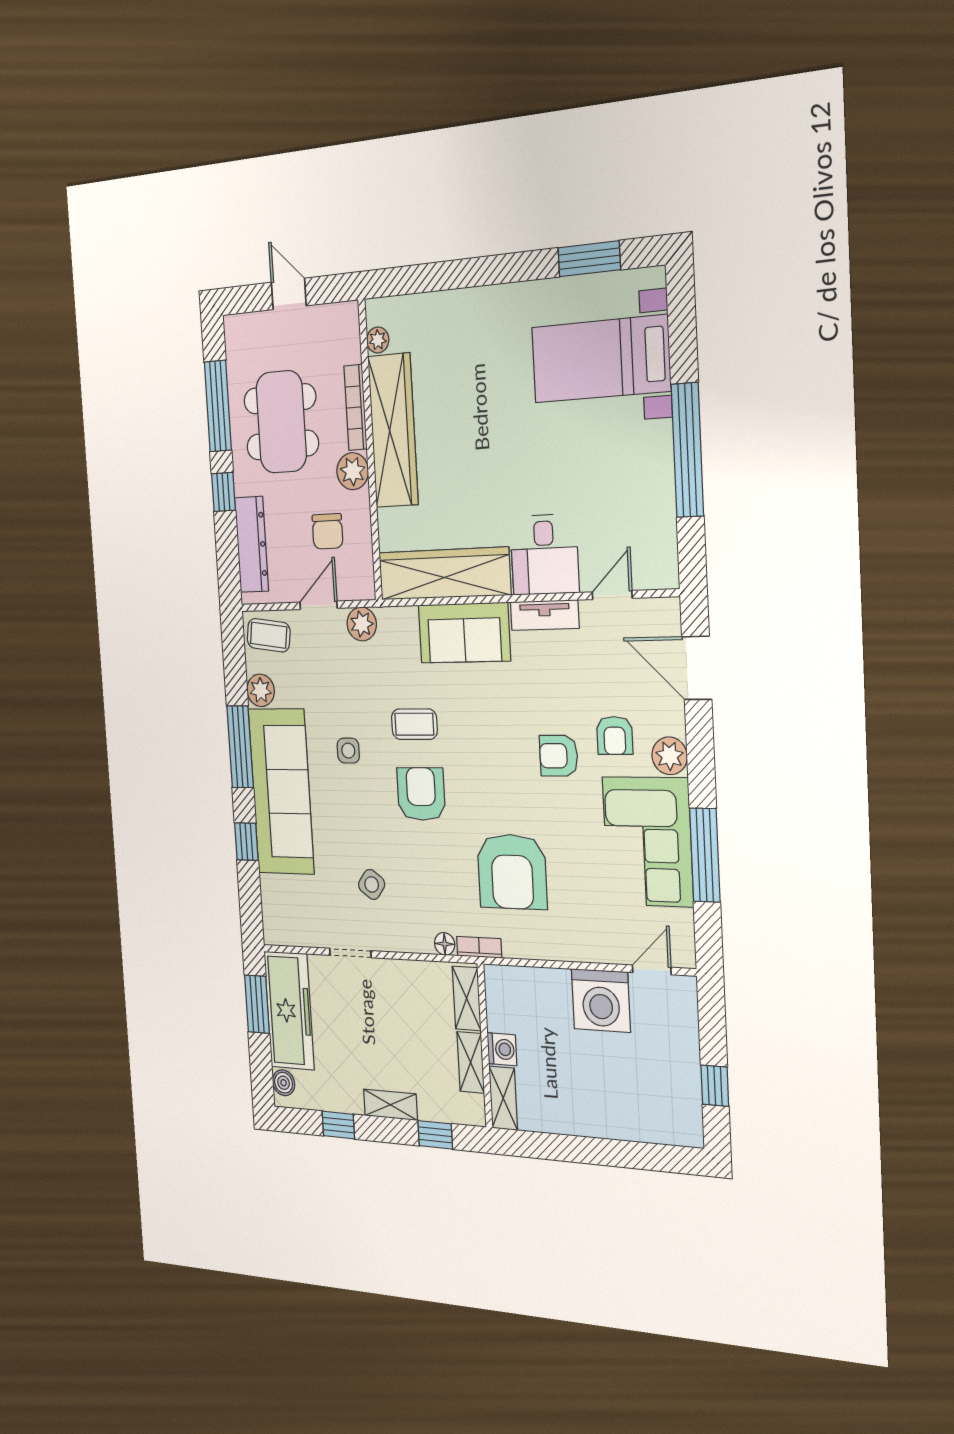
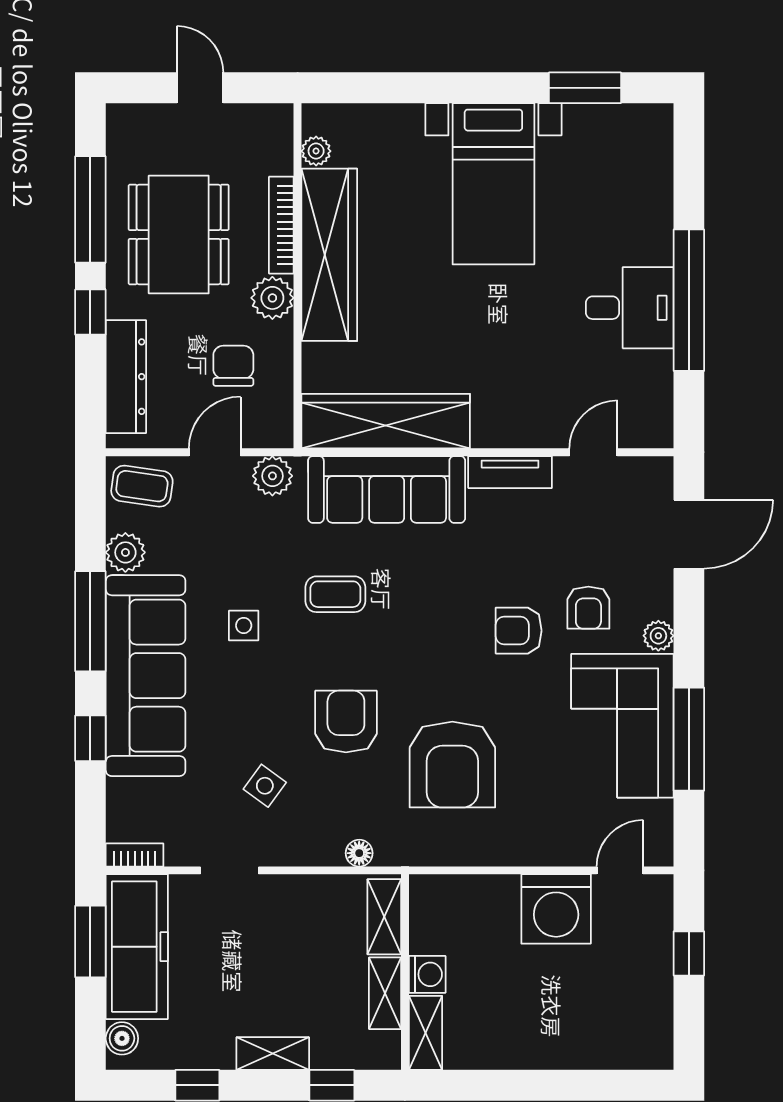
bed with nightstands: (601, 359) -> (493, 184), moved, turned -90
chair: (328, 531) -> (233, 366), turned 180
desk: (544, 555) -> (630, 308), moved, turned -90
sofa: (464, 633) -> (387, 489), width x1.36
door: (697, 668) -> (689, 534), swing flipped
plant: (670, 756) -> (658, 636), width x0.73, depth x0.73
armchair: (421, 794) -> (346, 721), moved
bookcase: (479, 947) -> (135, 855), moved
window: (715, 1086) -> (689, 953), moved

